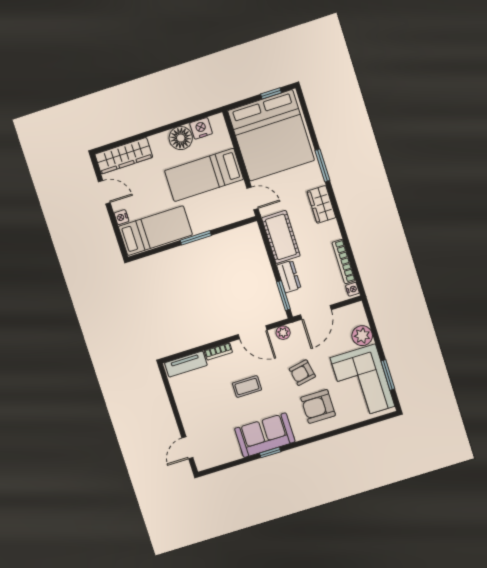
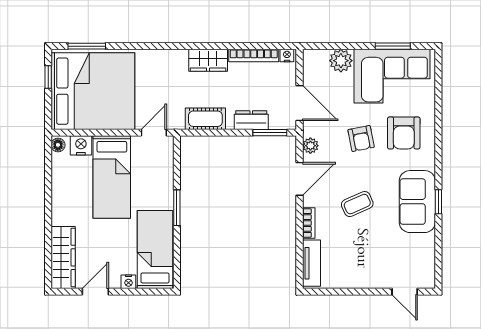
nightstand: (201, 128) -> (81, 145), moved, turned 90
floor lamp: (181, 138) -> (58, 145), moved, width x0.53, depth x0.53
window: (322, 165) -> (87, 46), moved
wardrobe: (321, 204) -> (208, 60), moved
cot: (281, 237) -> (205, 119), width x0.73, depth x0.75
coffee table: (247, 386) -> (357, 204), turned 66

